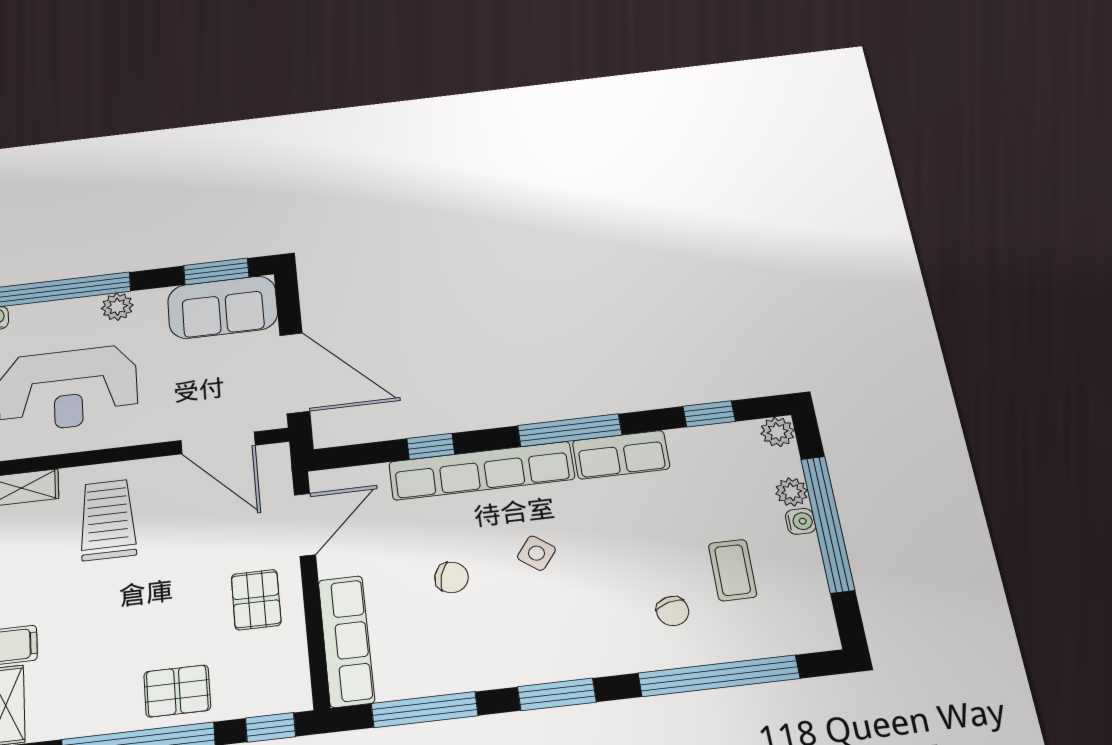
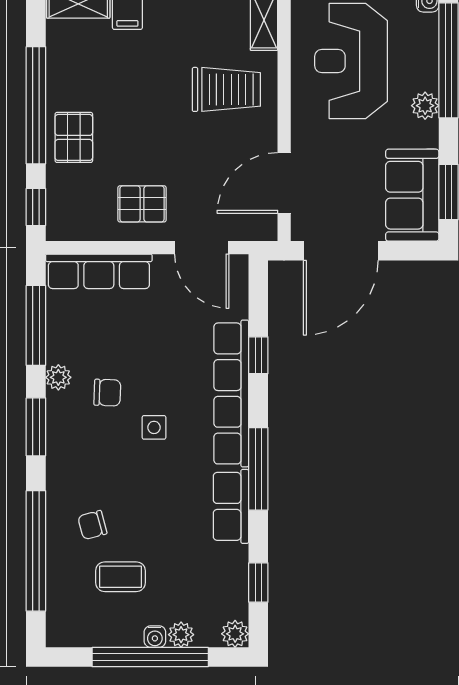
side table: (536, 553) -> (154, 427), turned -37
chair: (452, 577) -> (107, 393), moved, turned -104
plant: (489, 674) -> (58, 377), added

